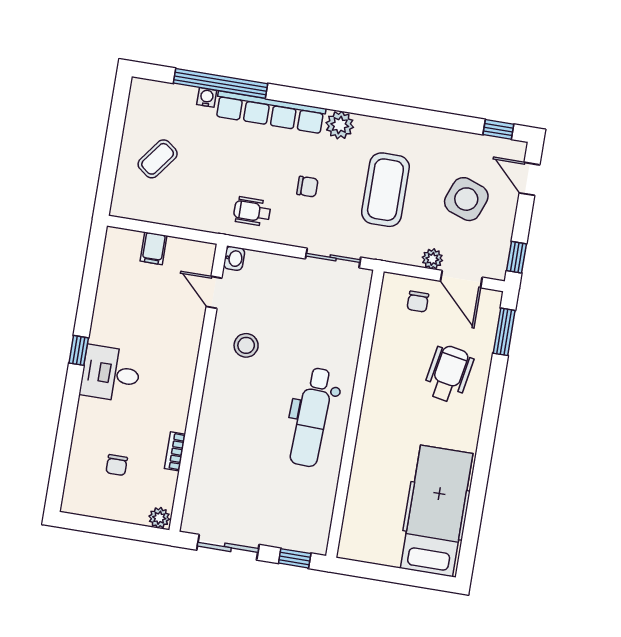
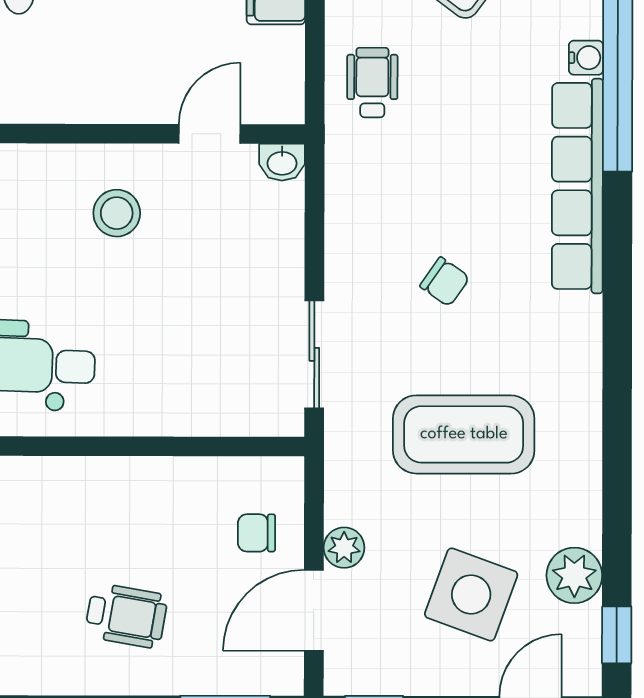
plant: (340, 125) -> (574, 575), moved
chair: (307, 187) -> (445, 282), turned -55
wheelchair: (252, 211) -> (372, 83), moved
wheelchair: (449, 374) -> (126, 616), width x0.73, depth x0.73

